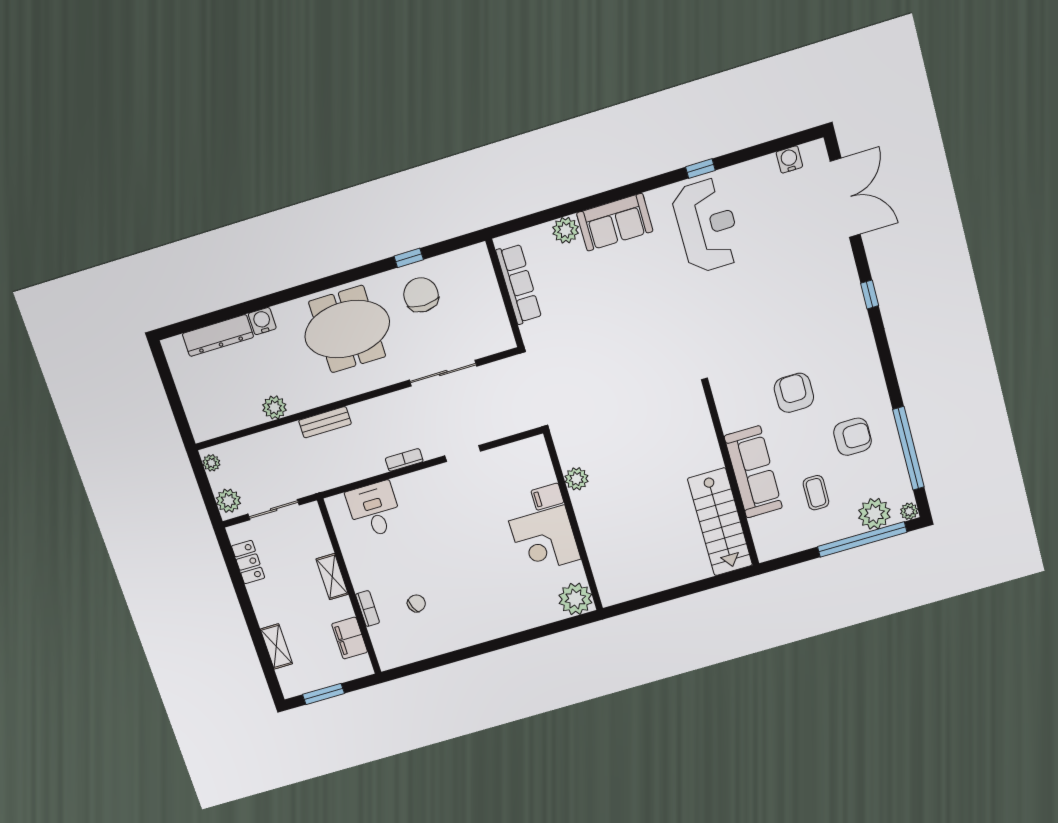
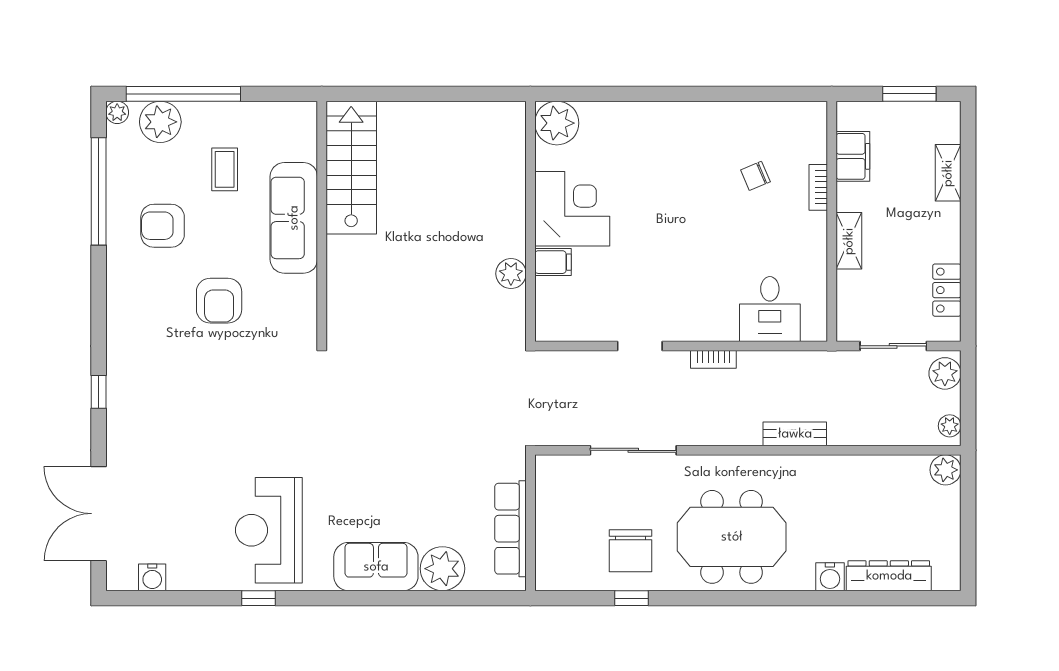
plant: (566, 230) -> (442, 569), width x1.36, depth x1.36
plant: (274, 407) -> (946, 470), moved

